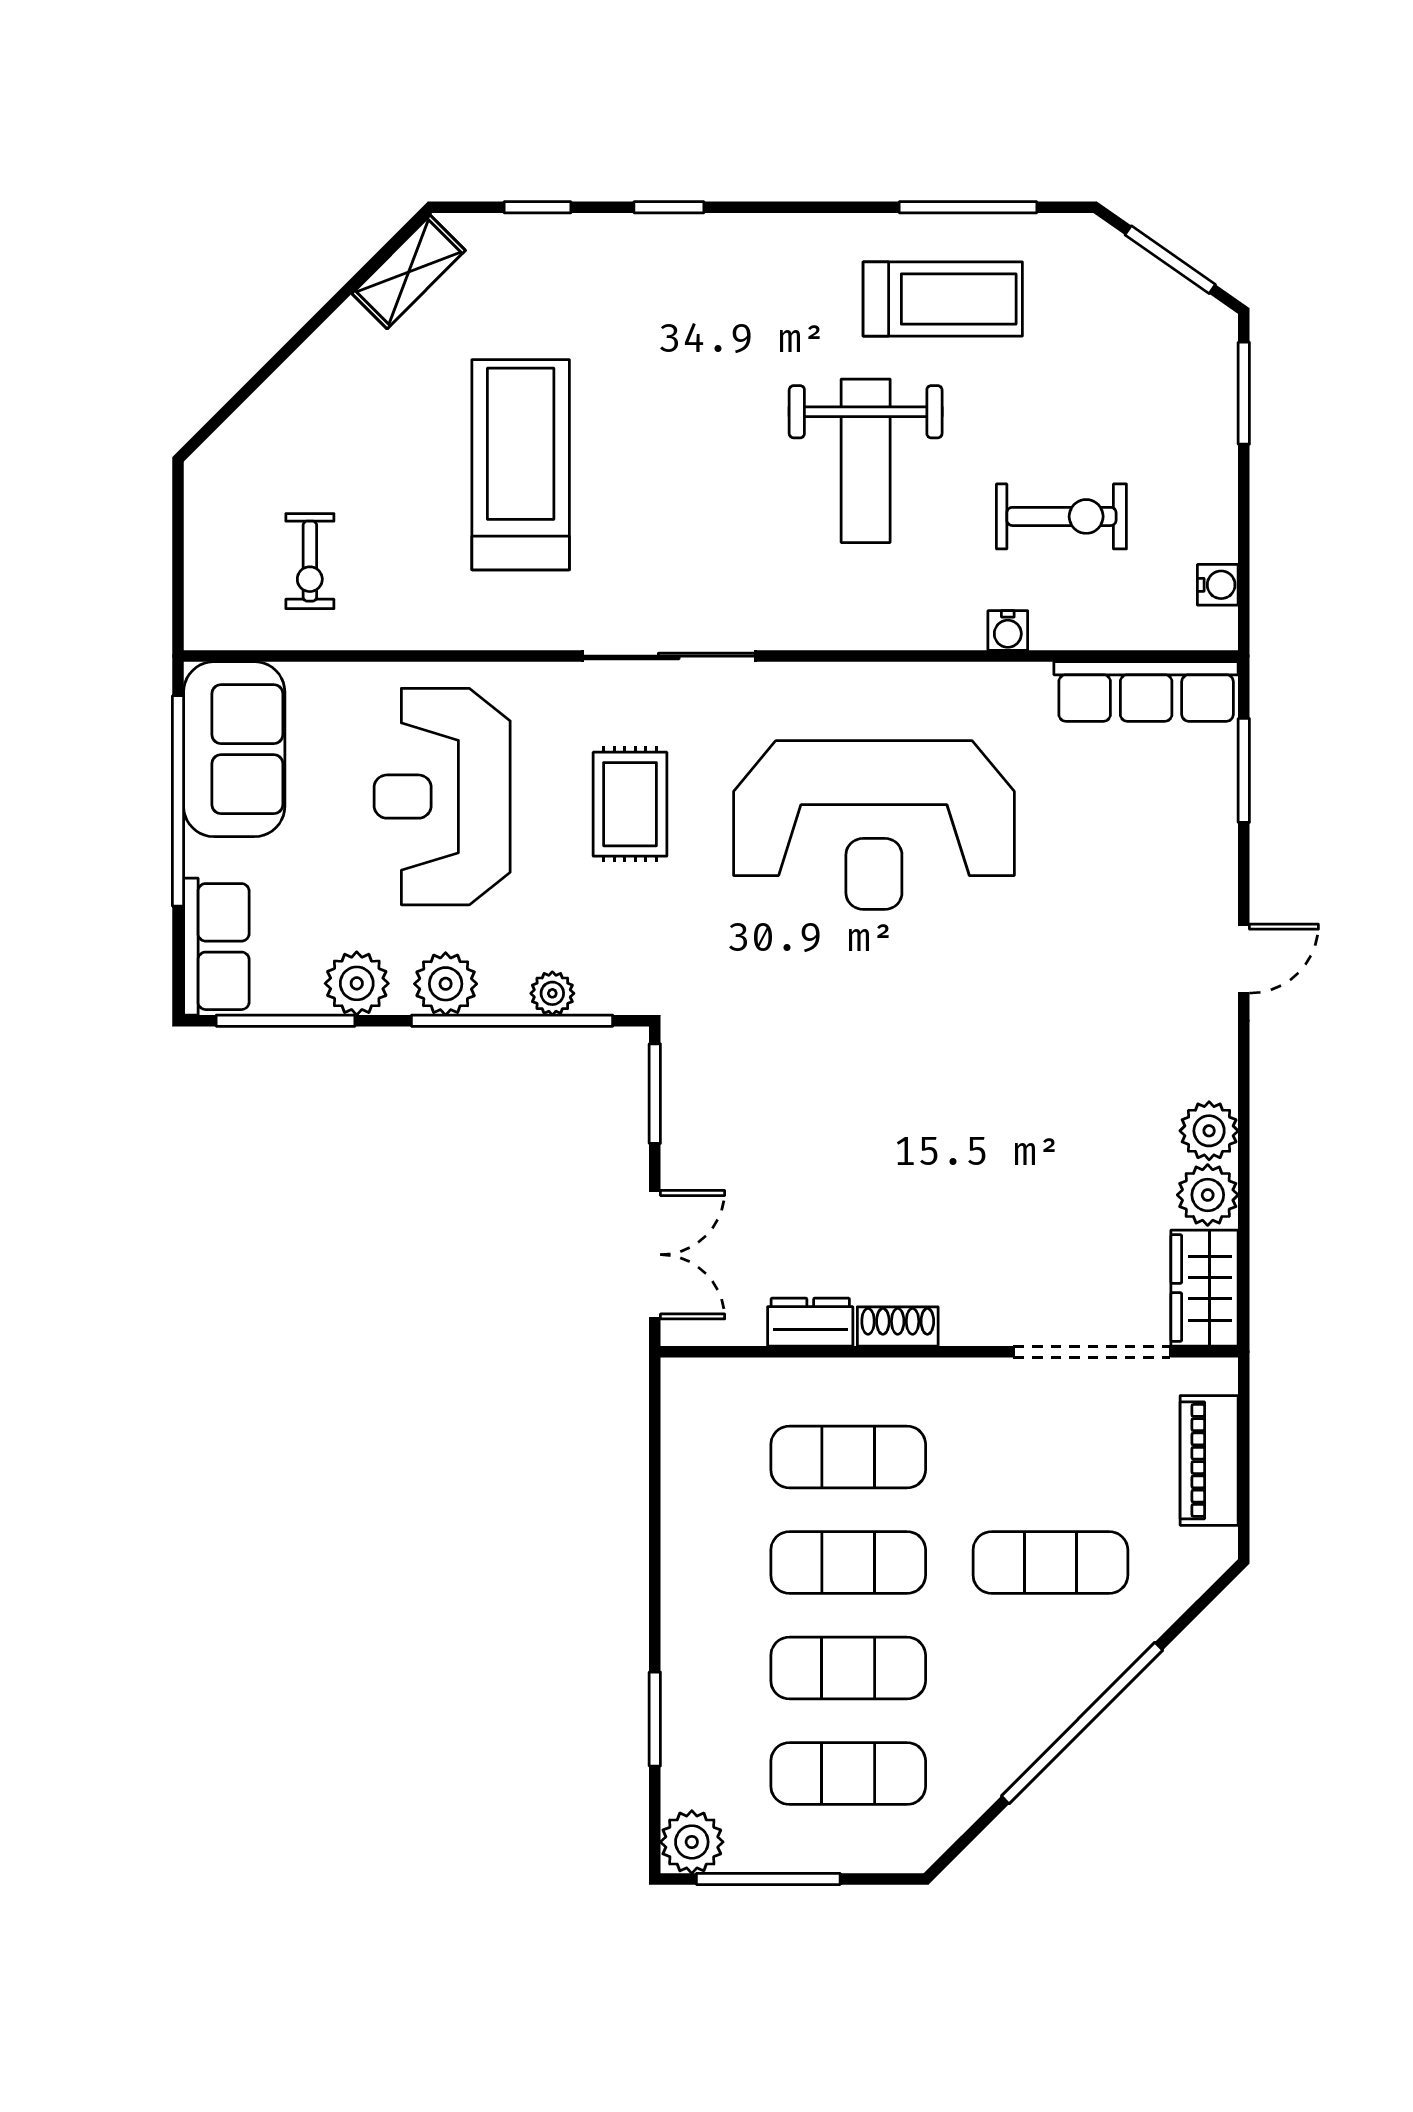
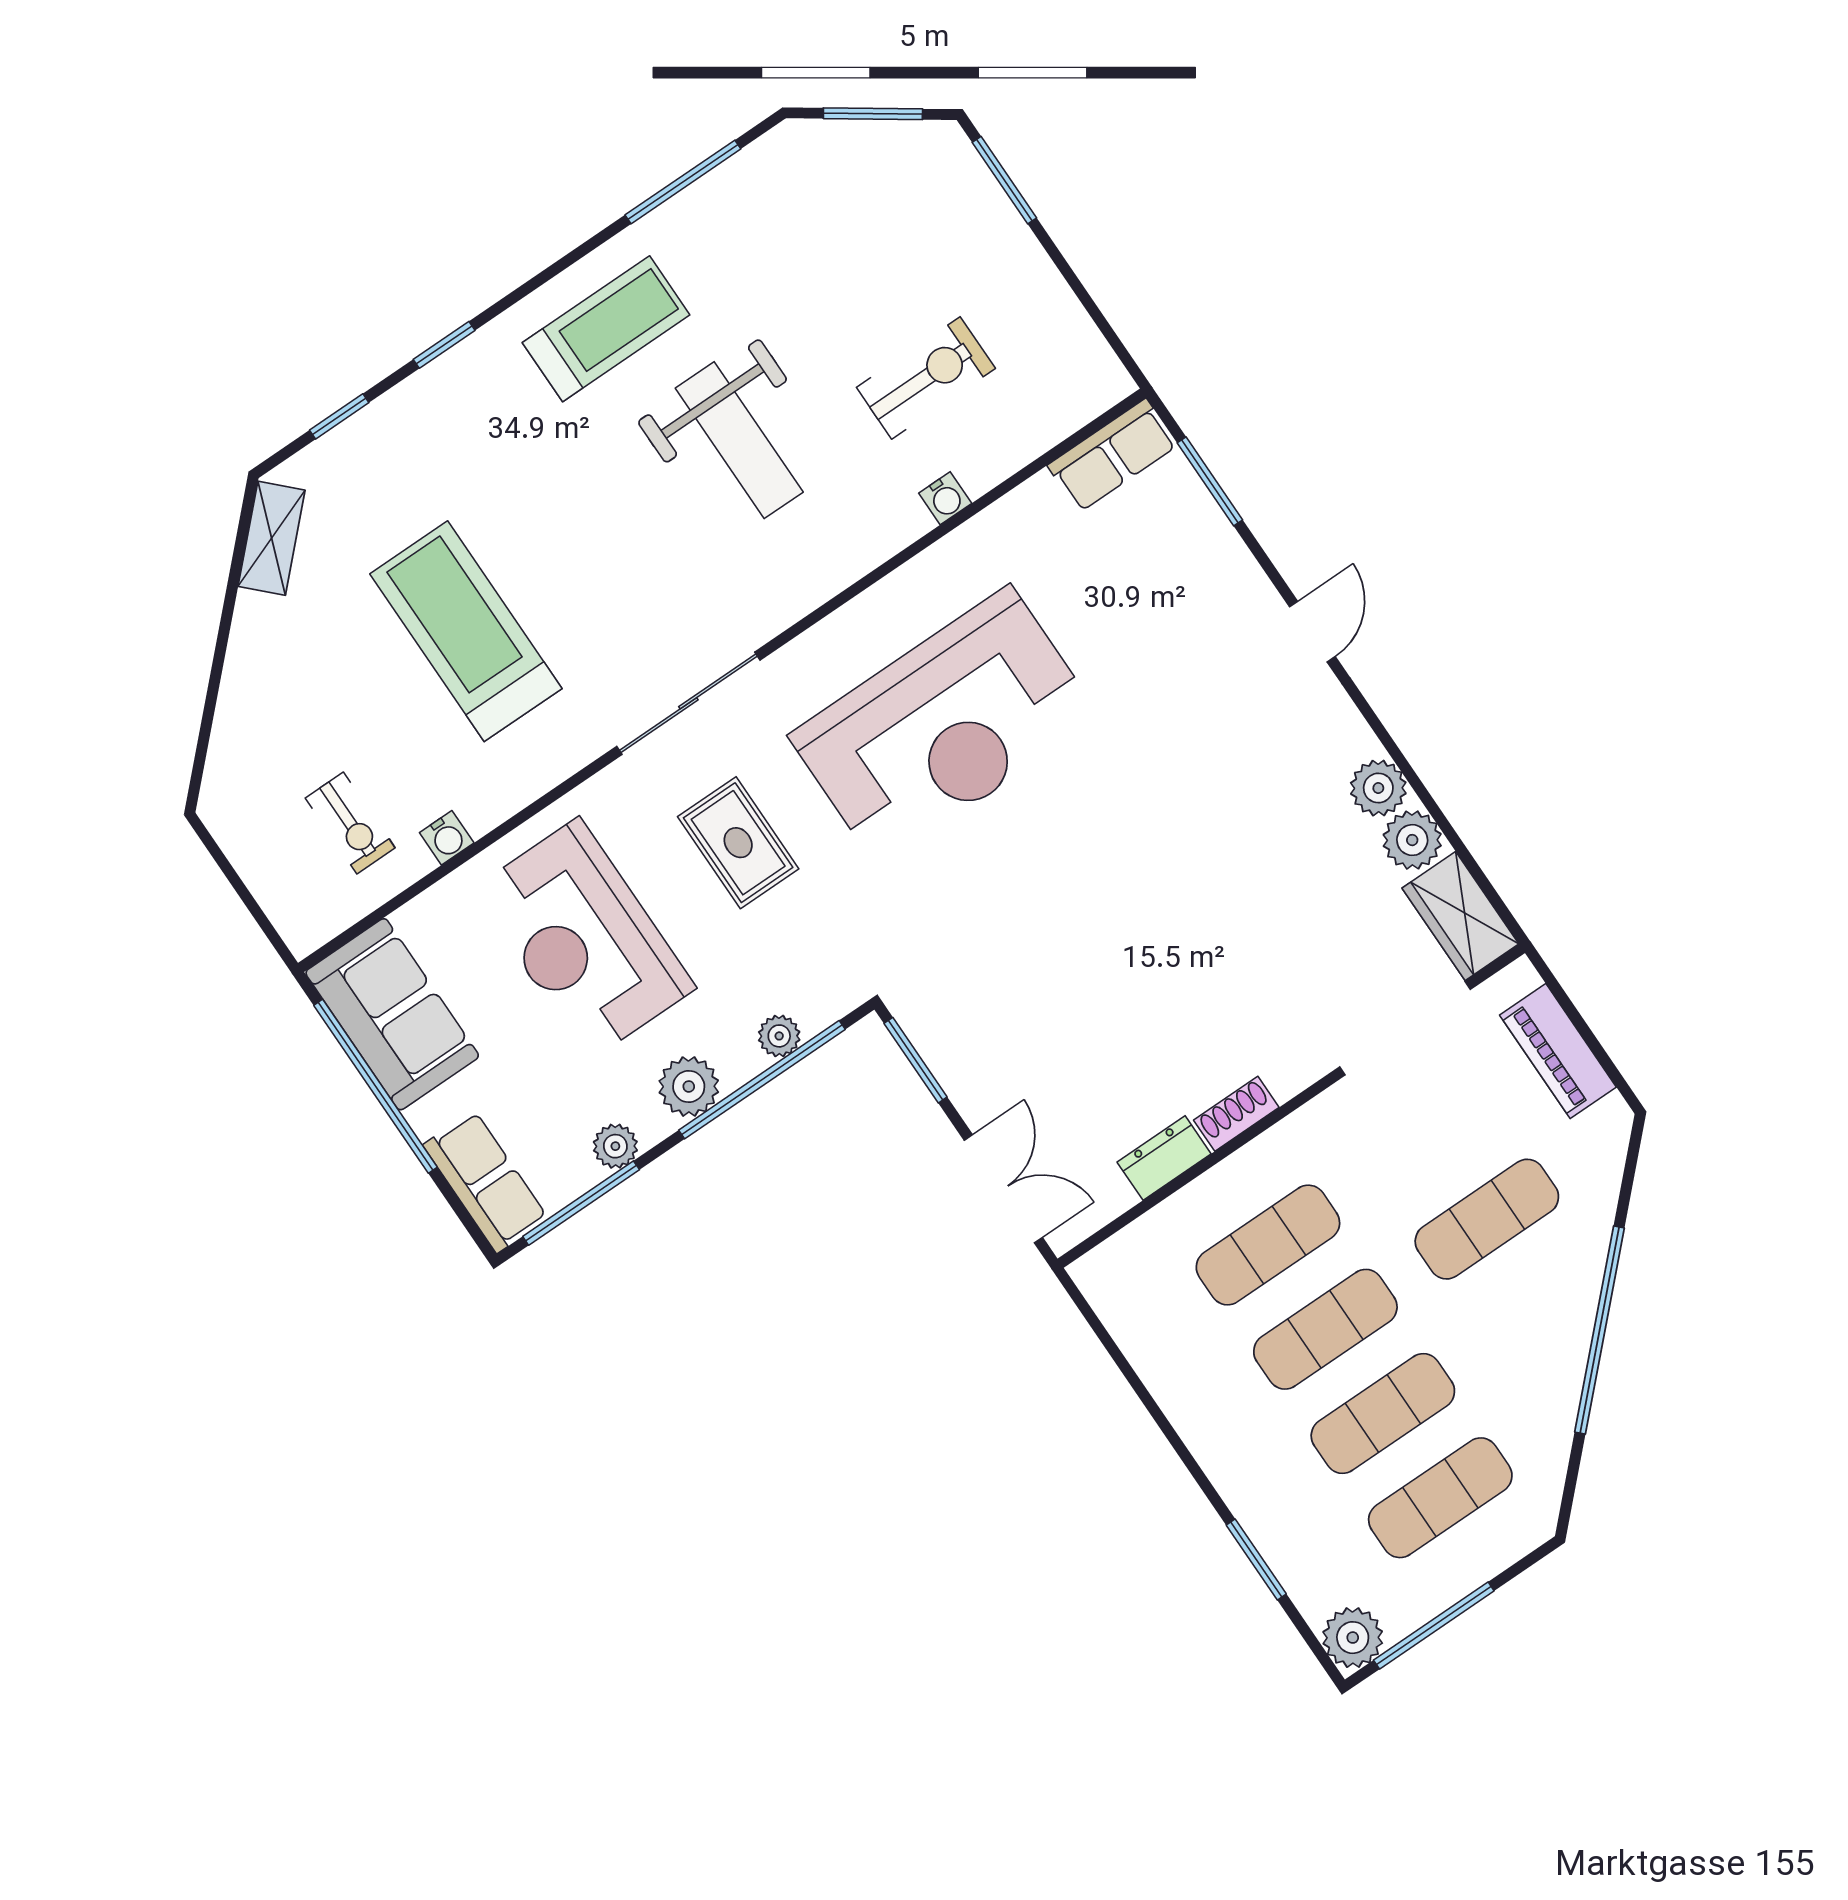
treadmill: (943, 299) -> (606, 329), moved
water cooler: (1218, 585) -> (447, 838), moved, turned 90
row of seats: (1146, 691) -> (1113, 455), width x0.68
plant: (357, 983) -> (615, 1146), width x0.73, depth x0.73

